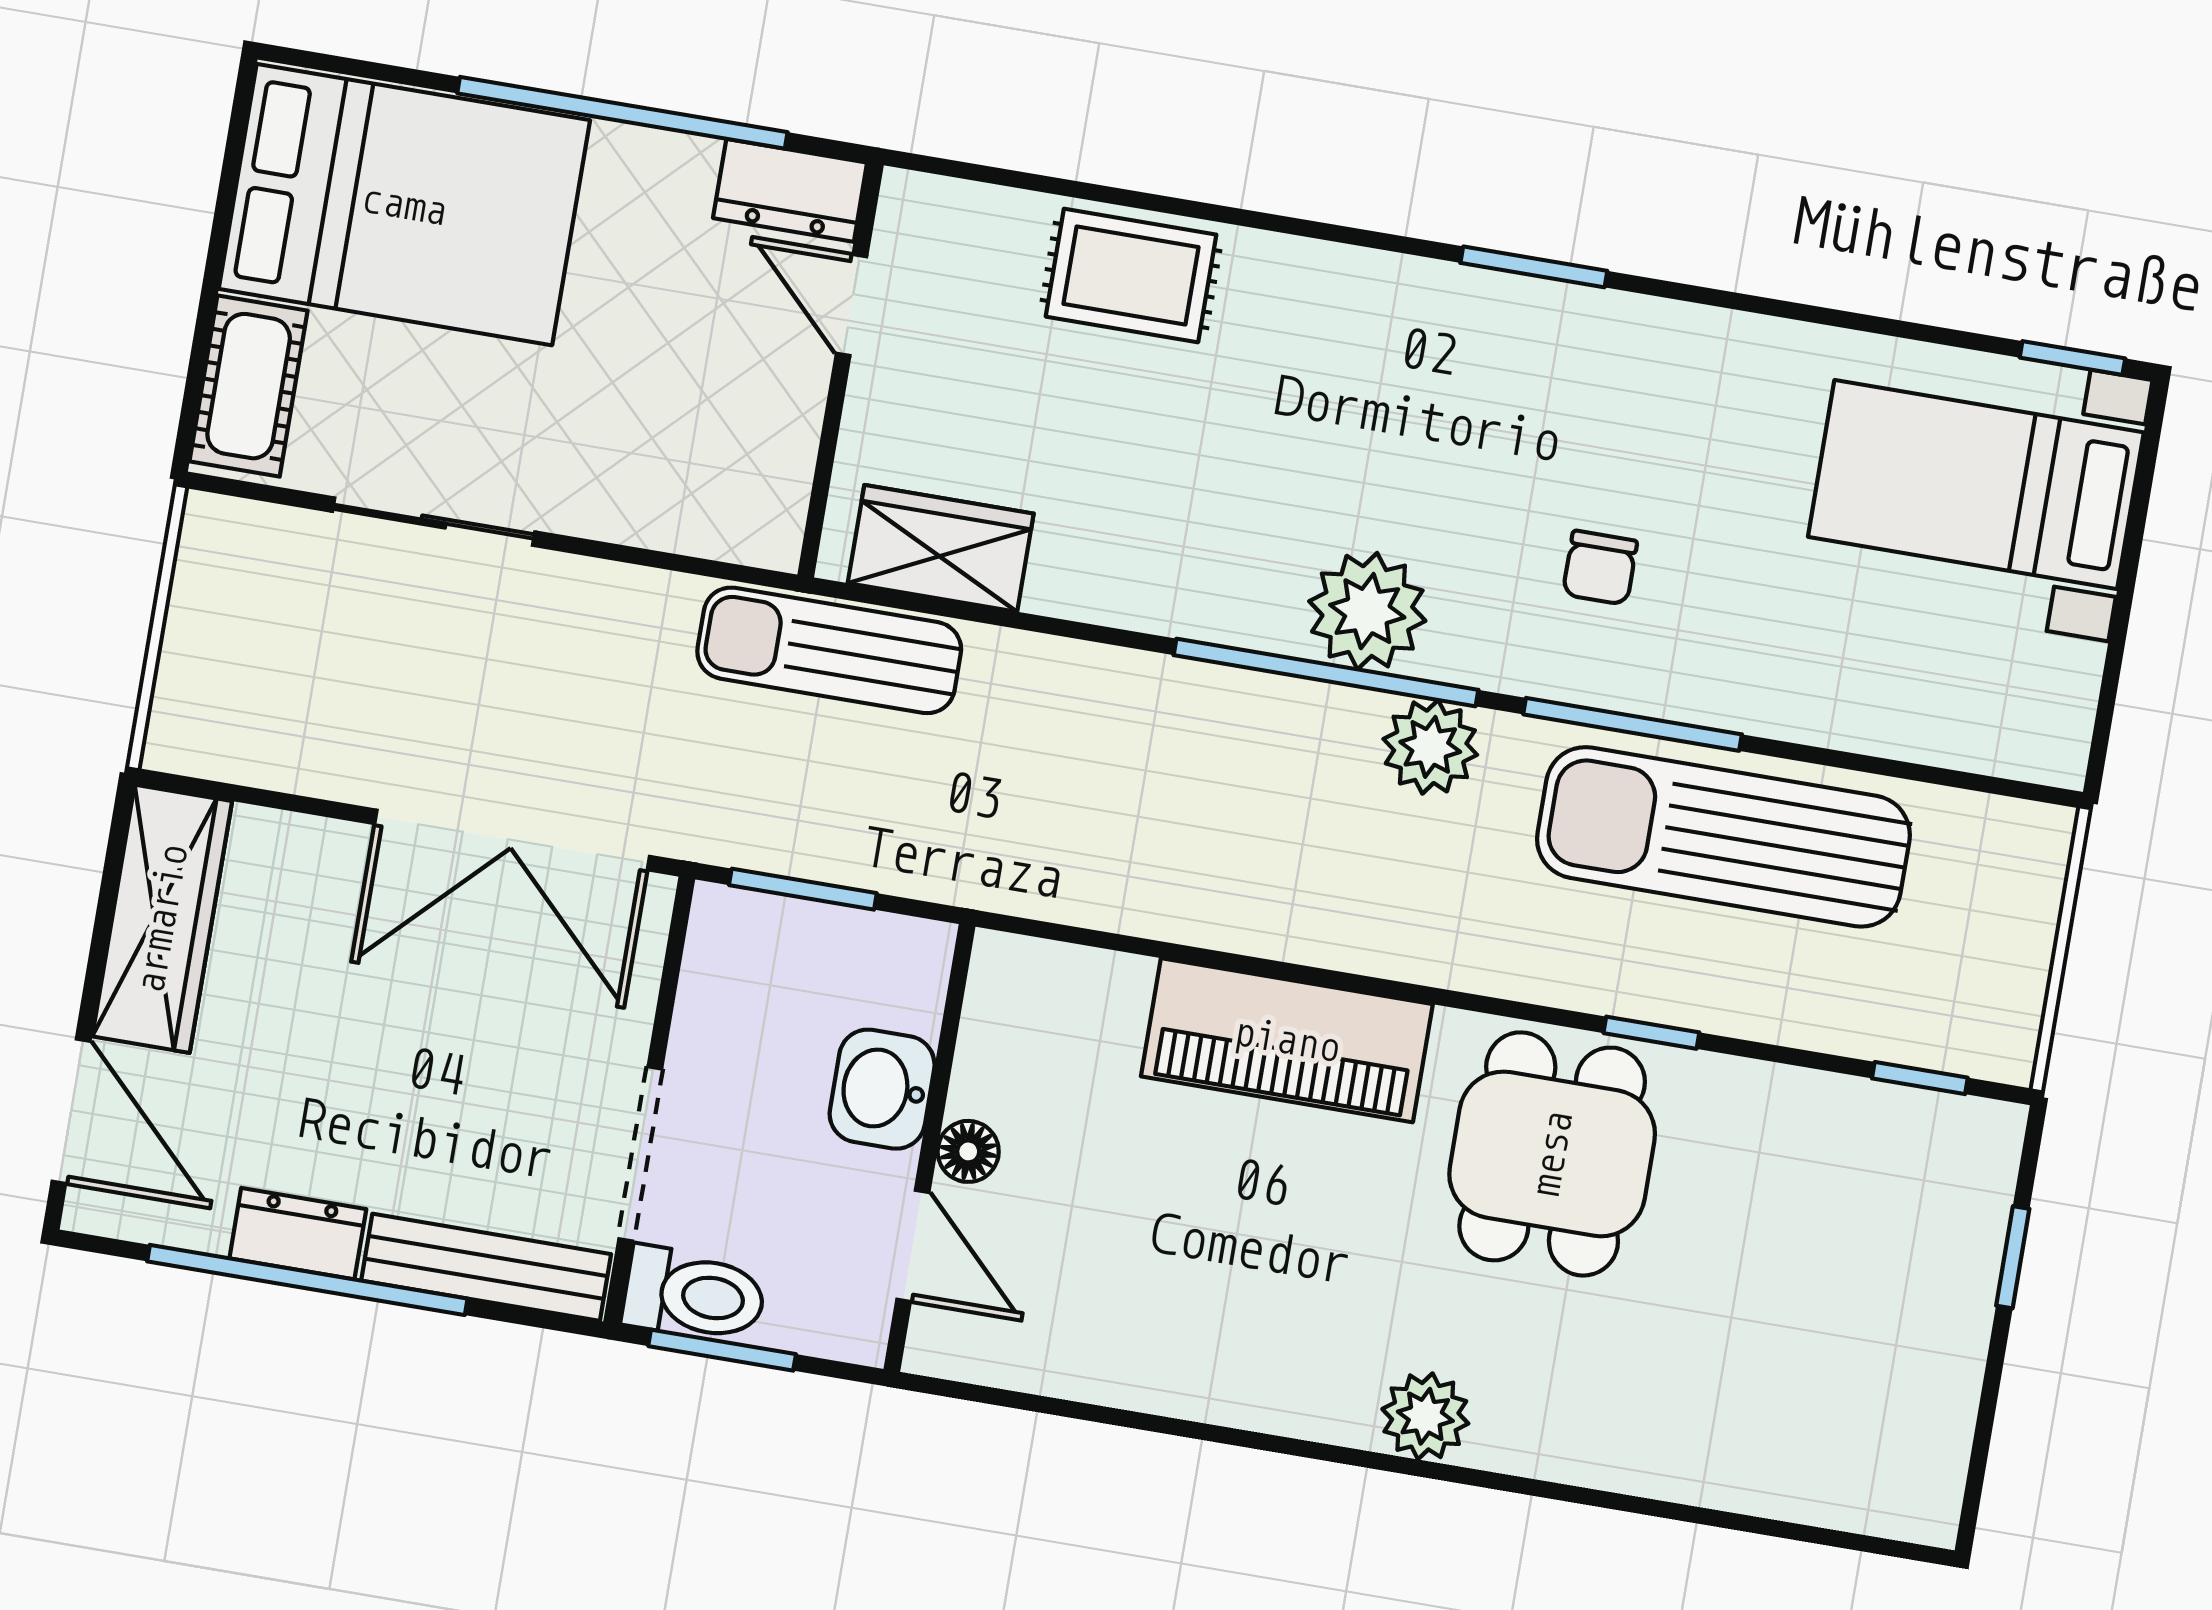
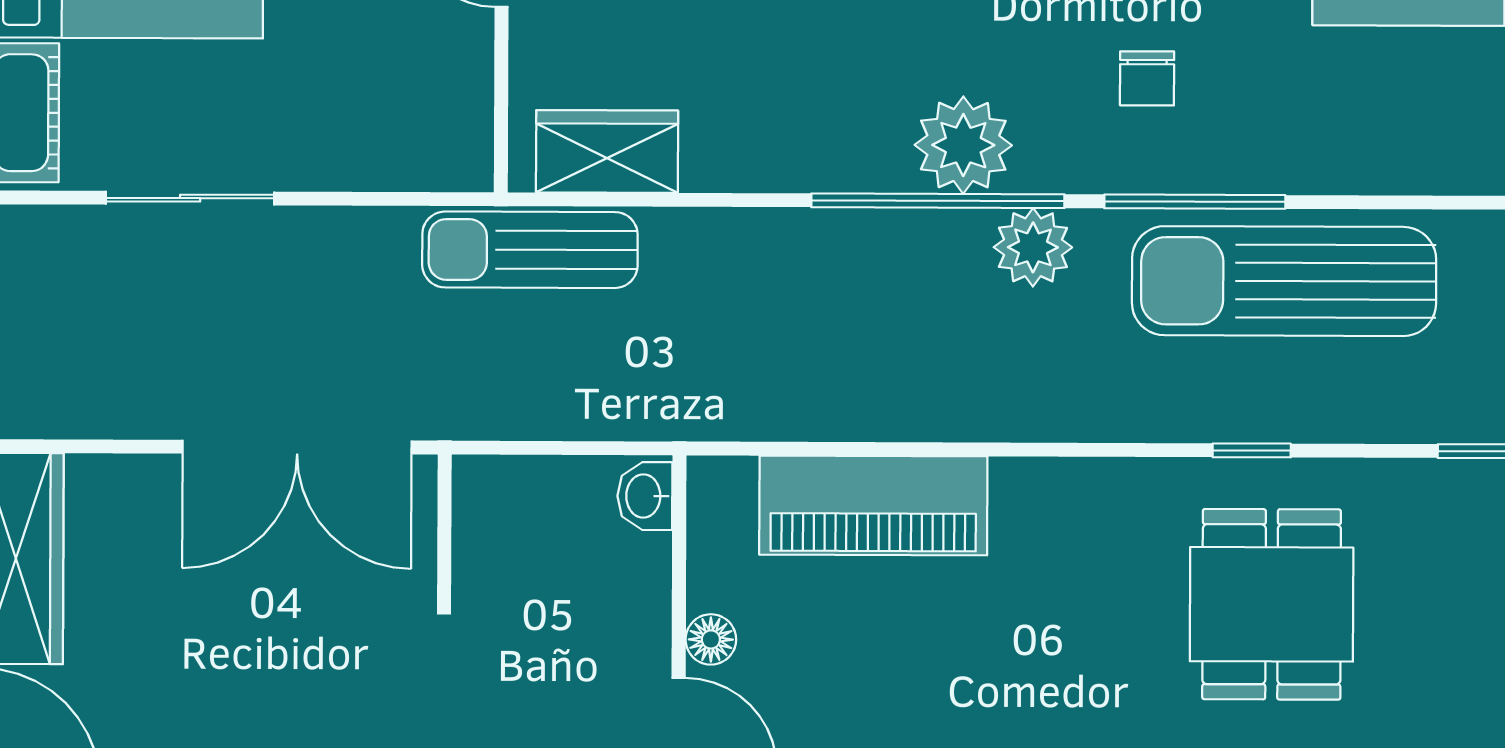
window: (803, 889) -> (541, 448), removed
piano: (1287, 1040) -> (873, 506), moved
washbasin: (882, 1089) -> (645, 496), moved, width x0.72, depth x0.69
dining table: (1552, 1154) -> (1272, 604), moved

